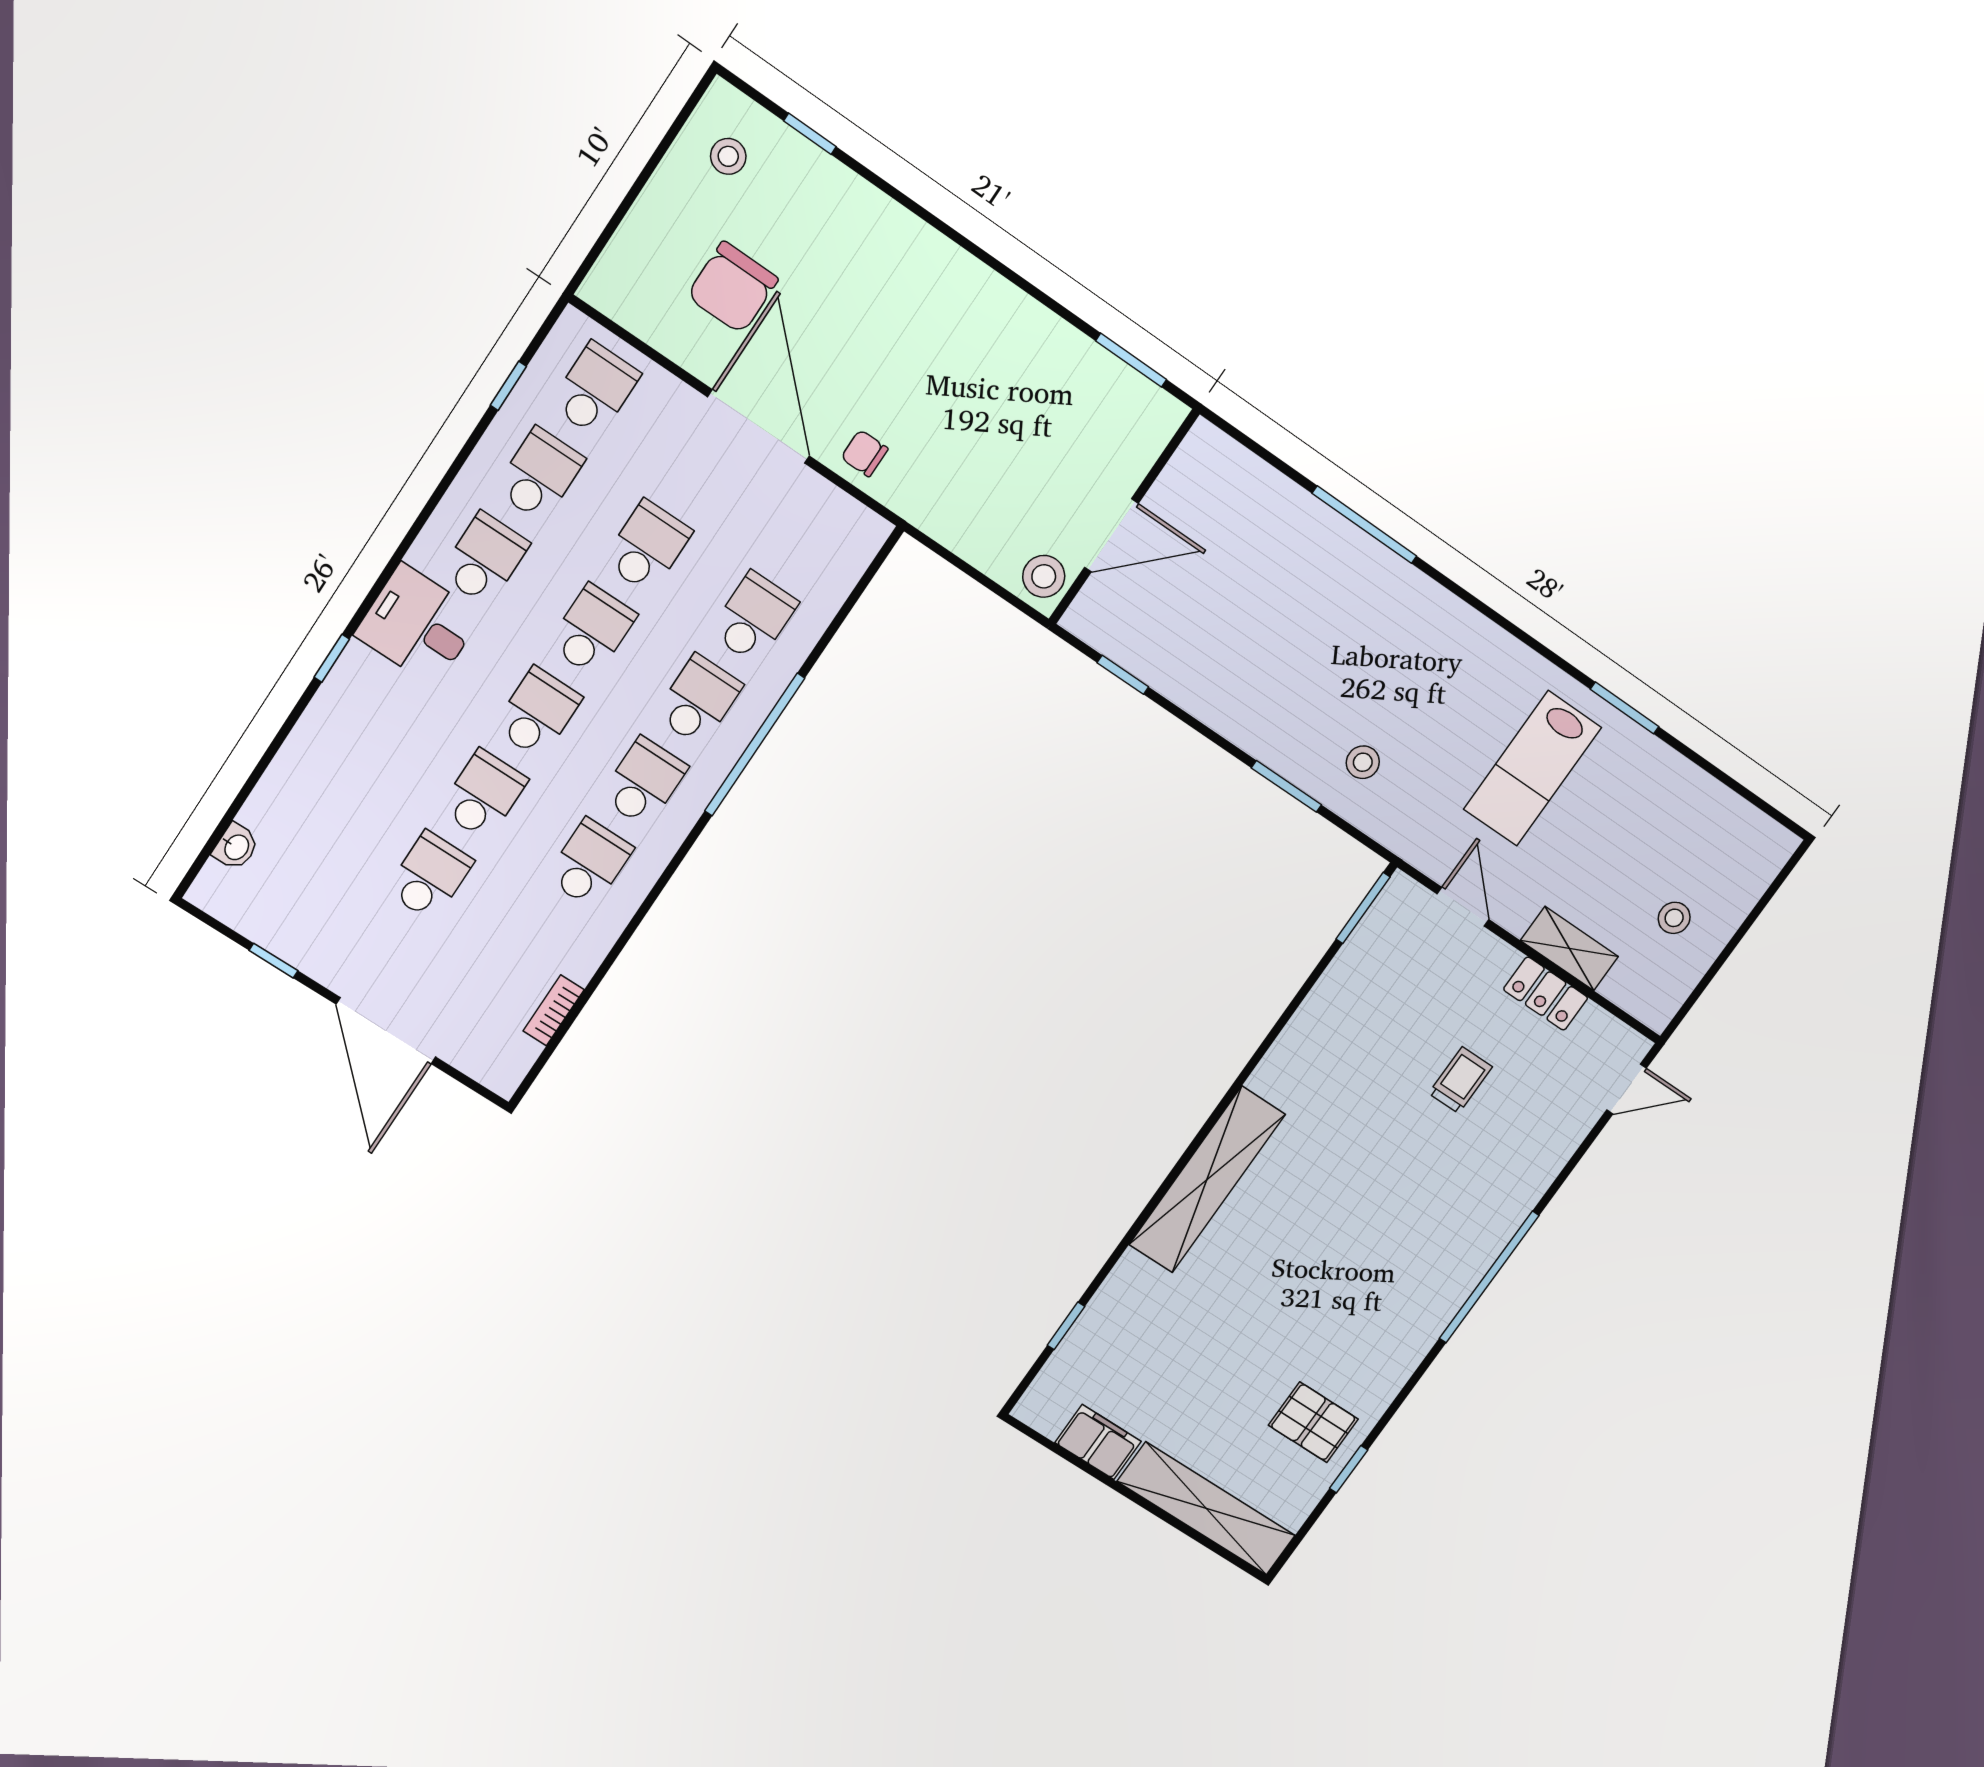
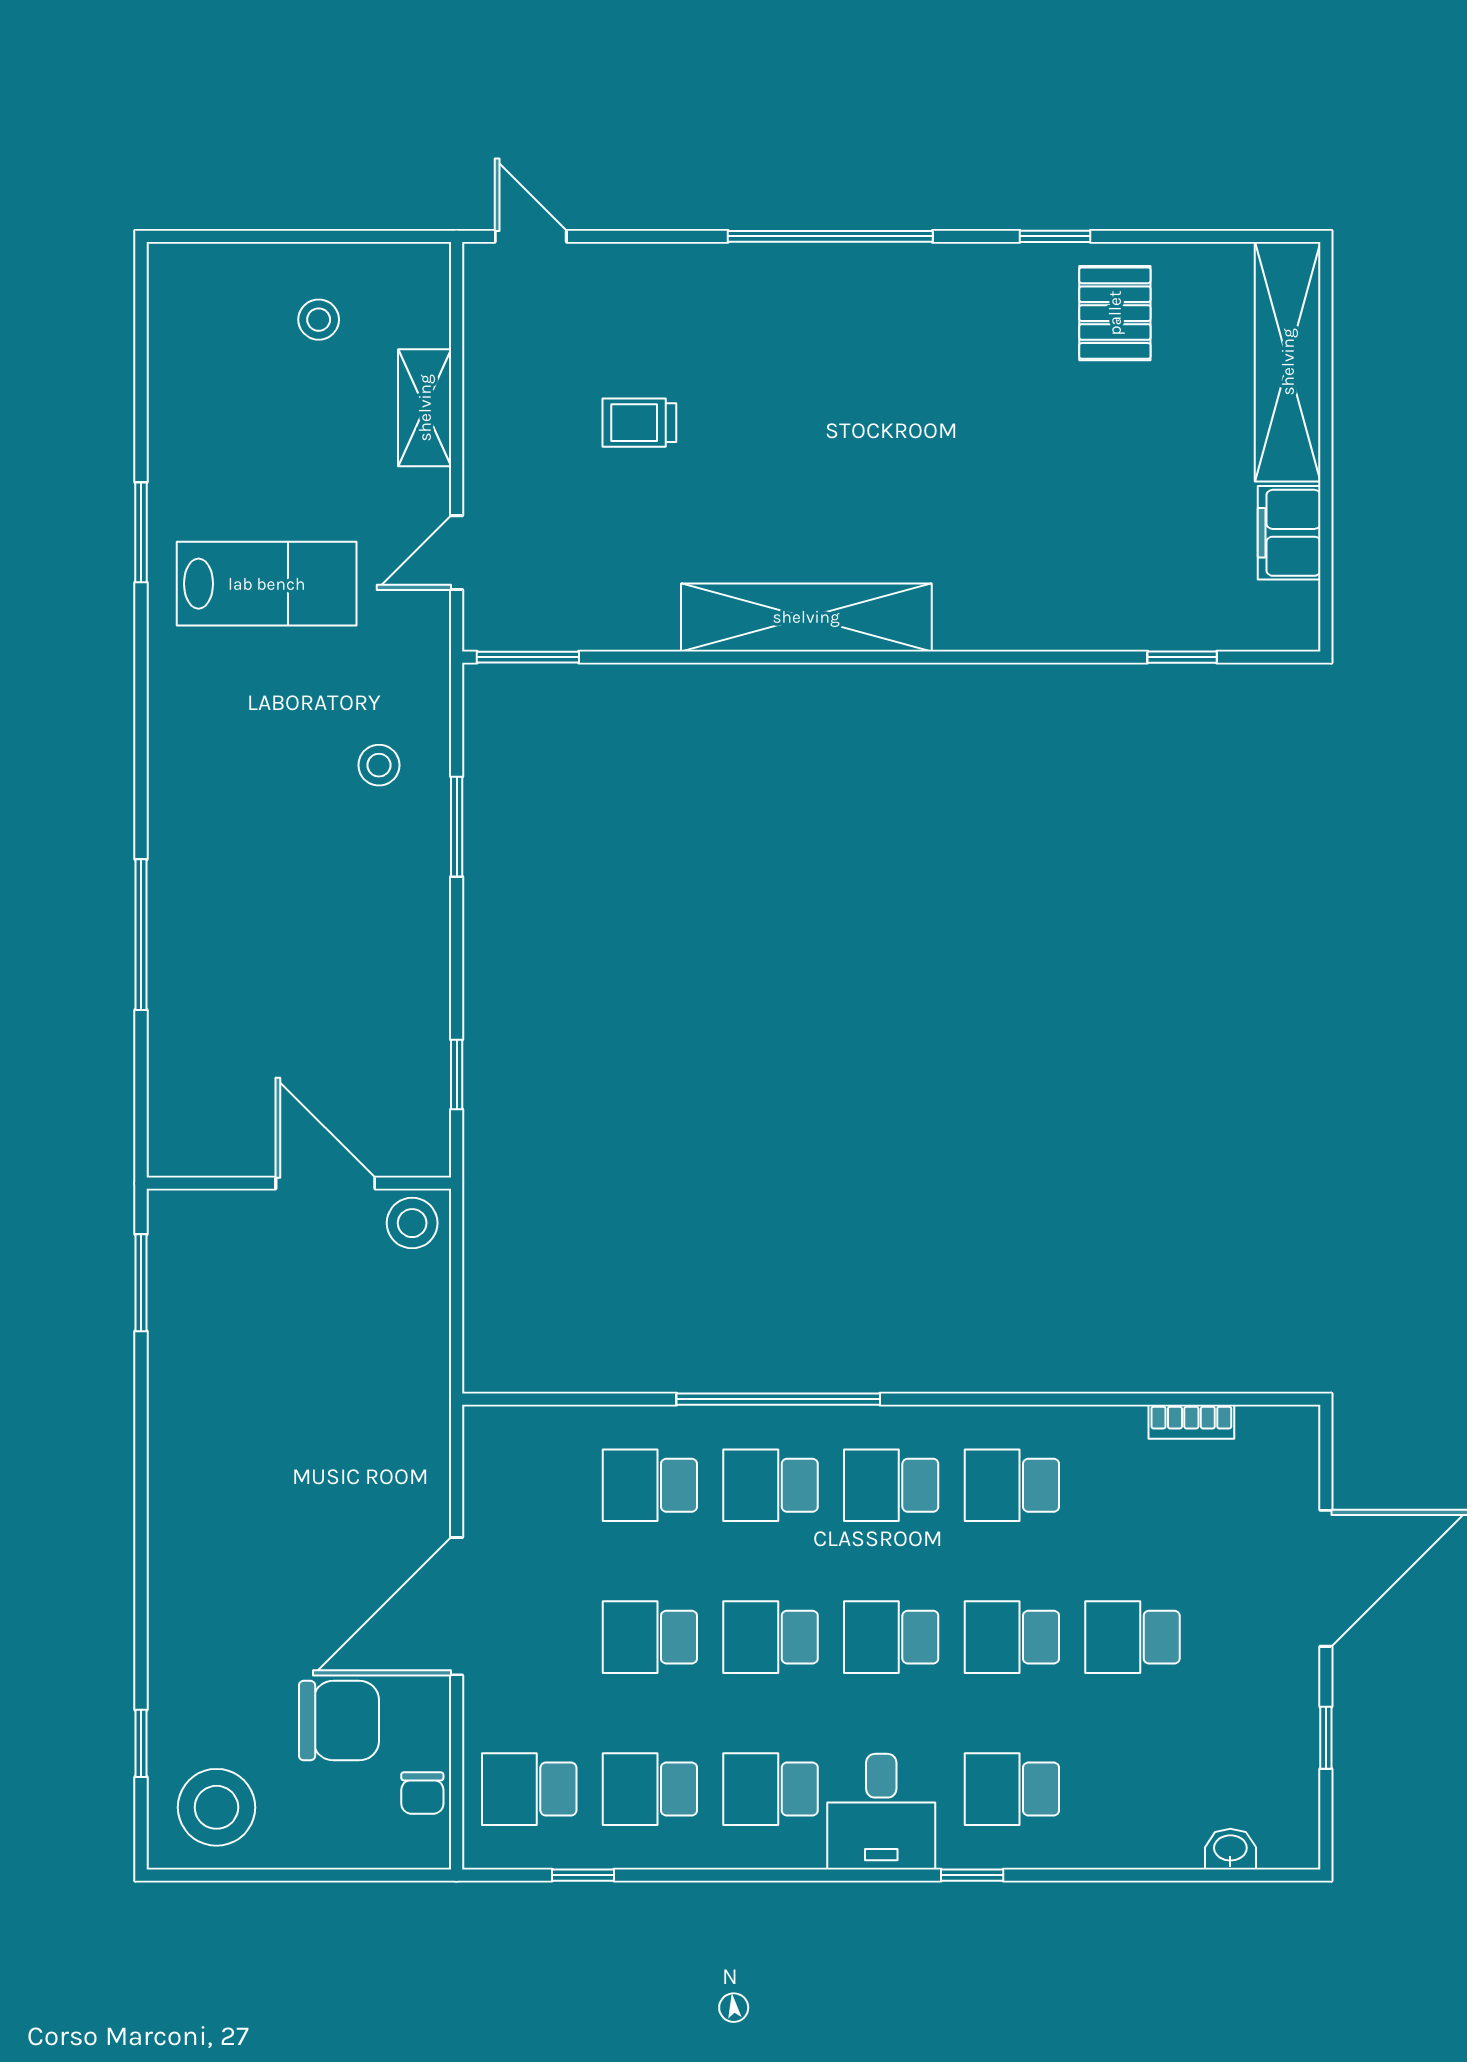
stool: (728, 156) -> (216, 1807), width x1.89, depth x1.89
chair: (865, 453) -> (422, 1793), moved
school desk: (376, 725) -> (1012, 1789), added
locker: (1546, 994) -> (488, 398), removed
shelving: (1207, 1180) -> (806, 617), moved
window: (1349, 1469) -> (1055, 236), moved

